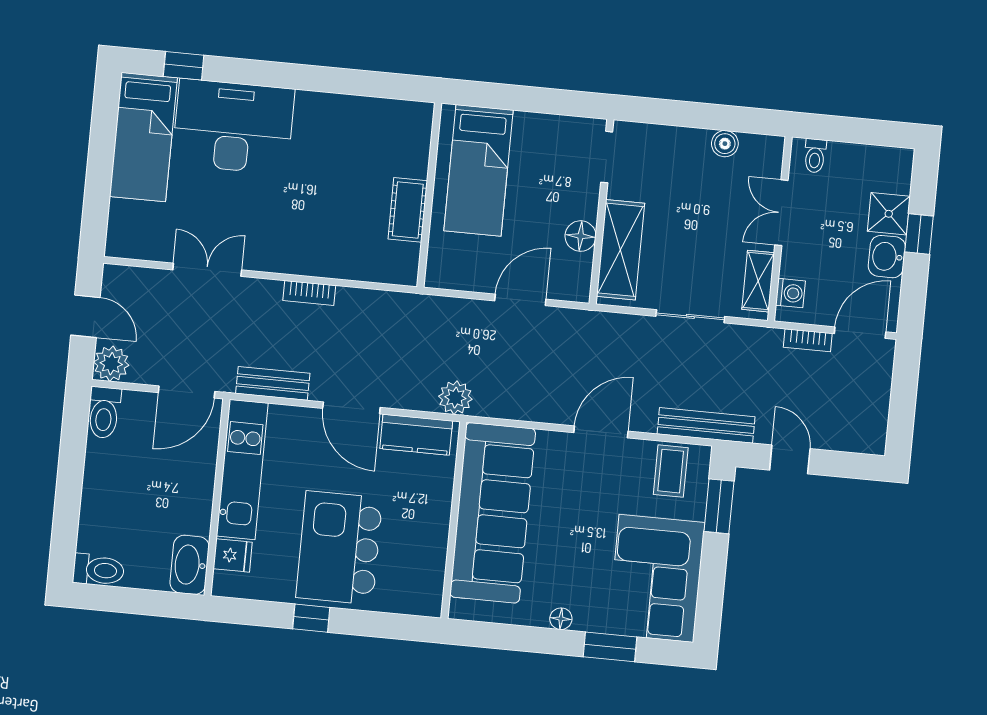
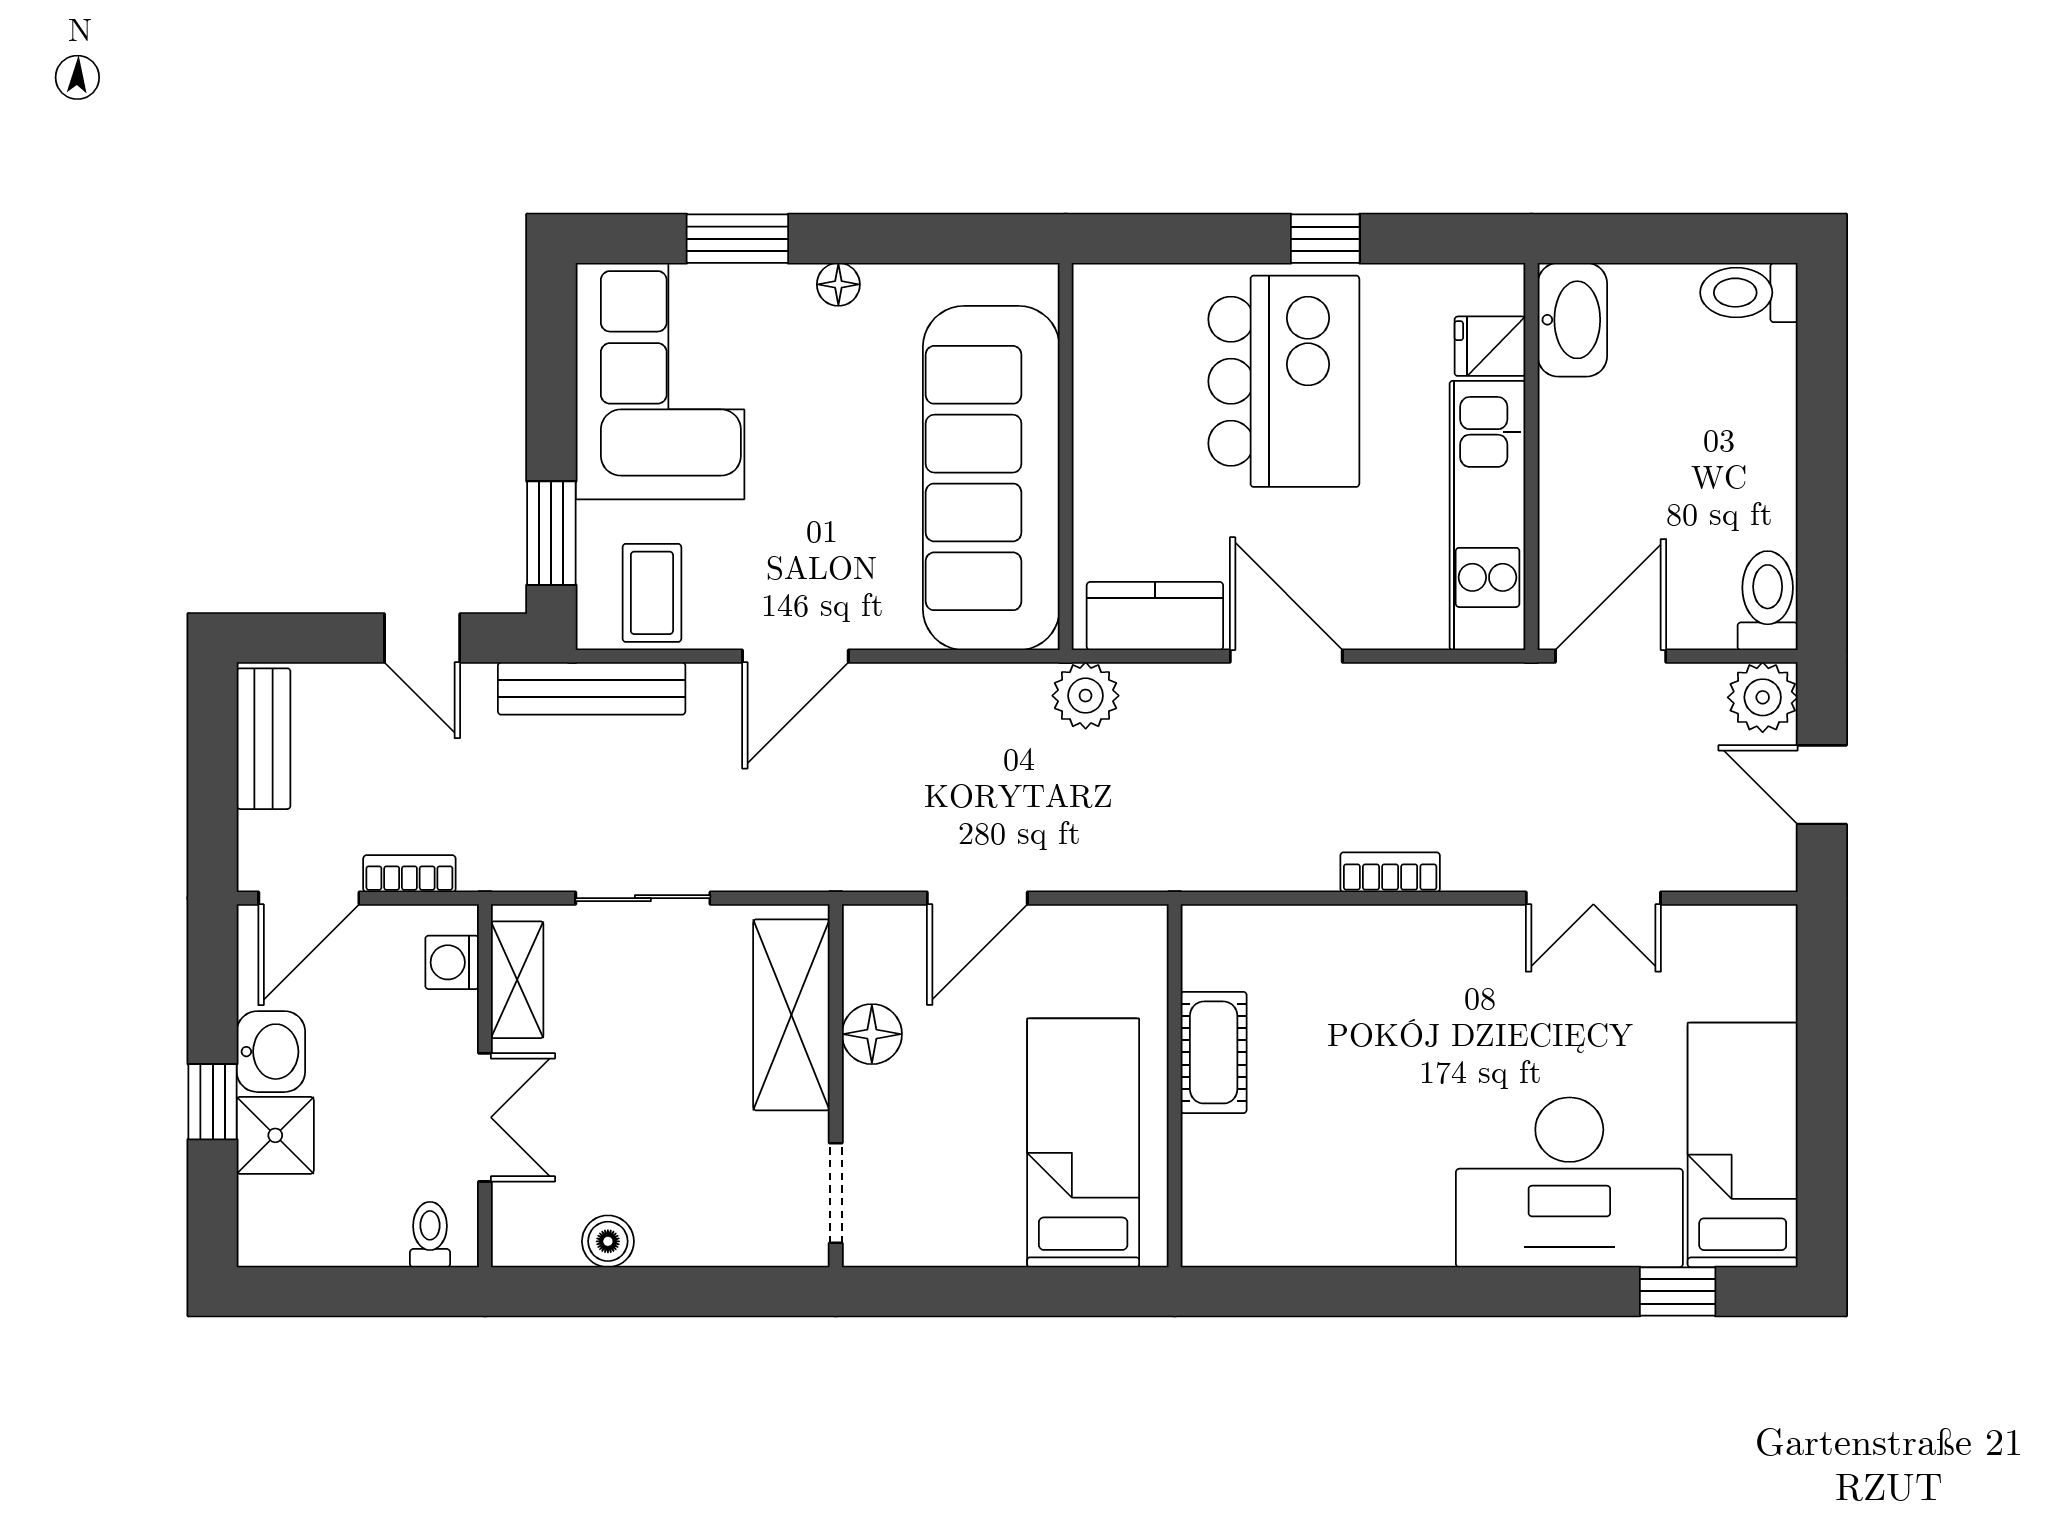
bench: (273, 383) -> (264, 739), moved, turned 90

